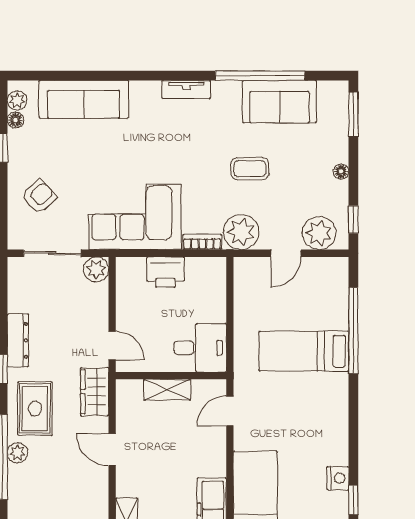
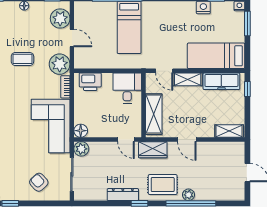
coffee table: (250, 169) -> (22, 59), turned 90
floor lamp: (127, 268) -> (81, 131), added
printer: (165, 272) -> (90, 82), moved, turned 90
door: (112, 346) -> (126, 139), swing flipped
shelving: (167, 390) -> (154, 114), width x1.50, depth x1.33
door: (112, 450) -> (187, 139), hinge flipped
shelving: (215, 451) -> (188, 79), added

